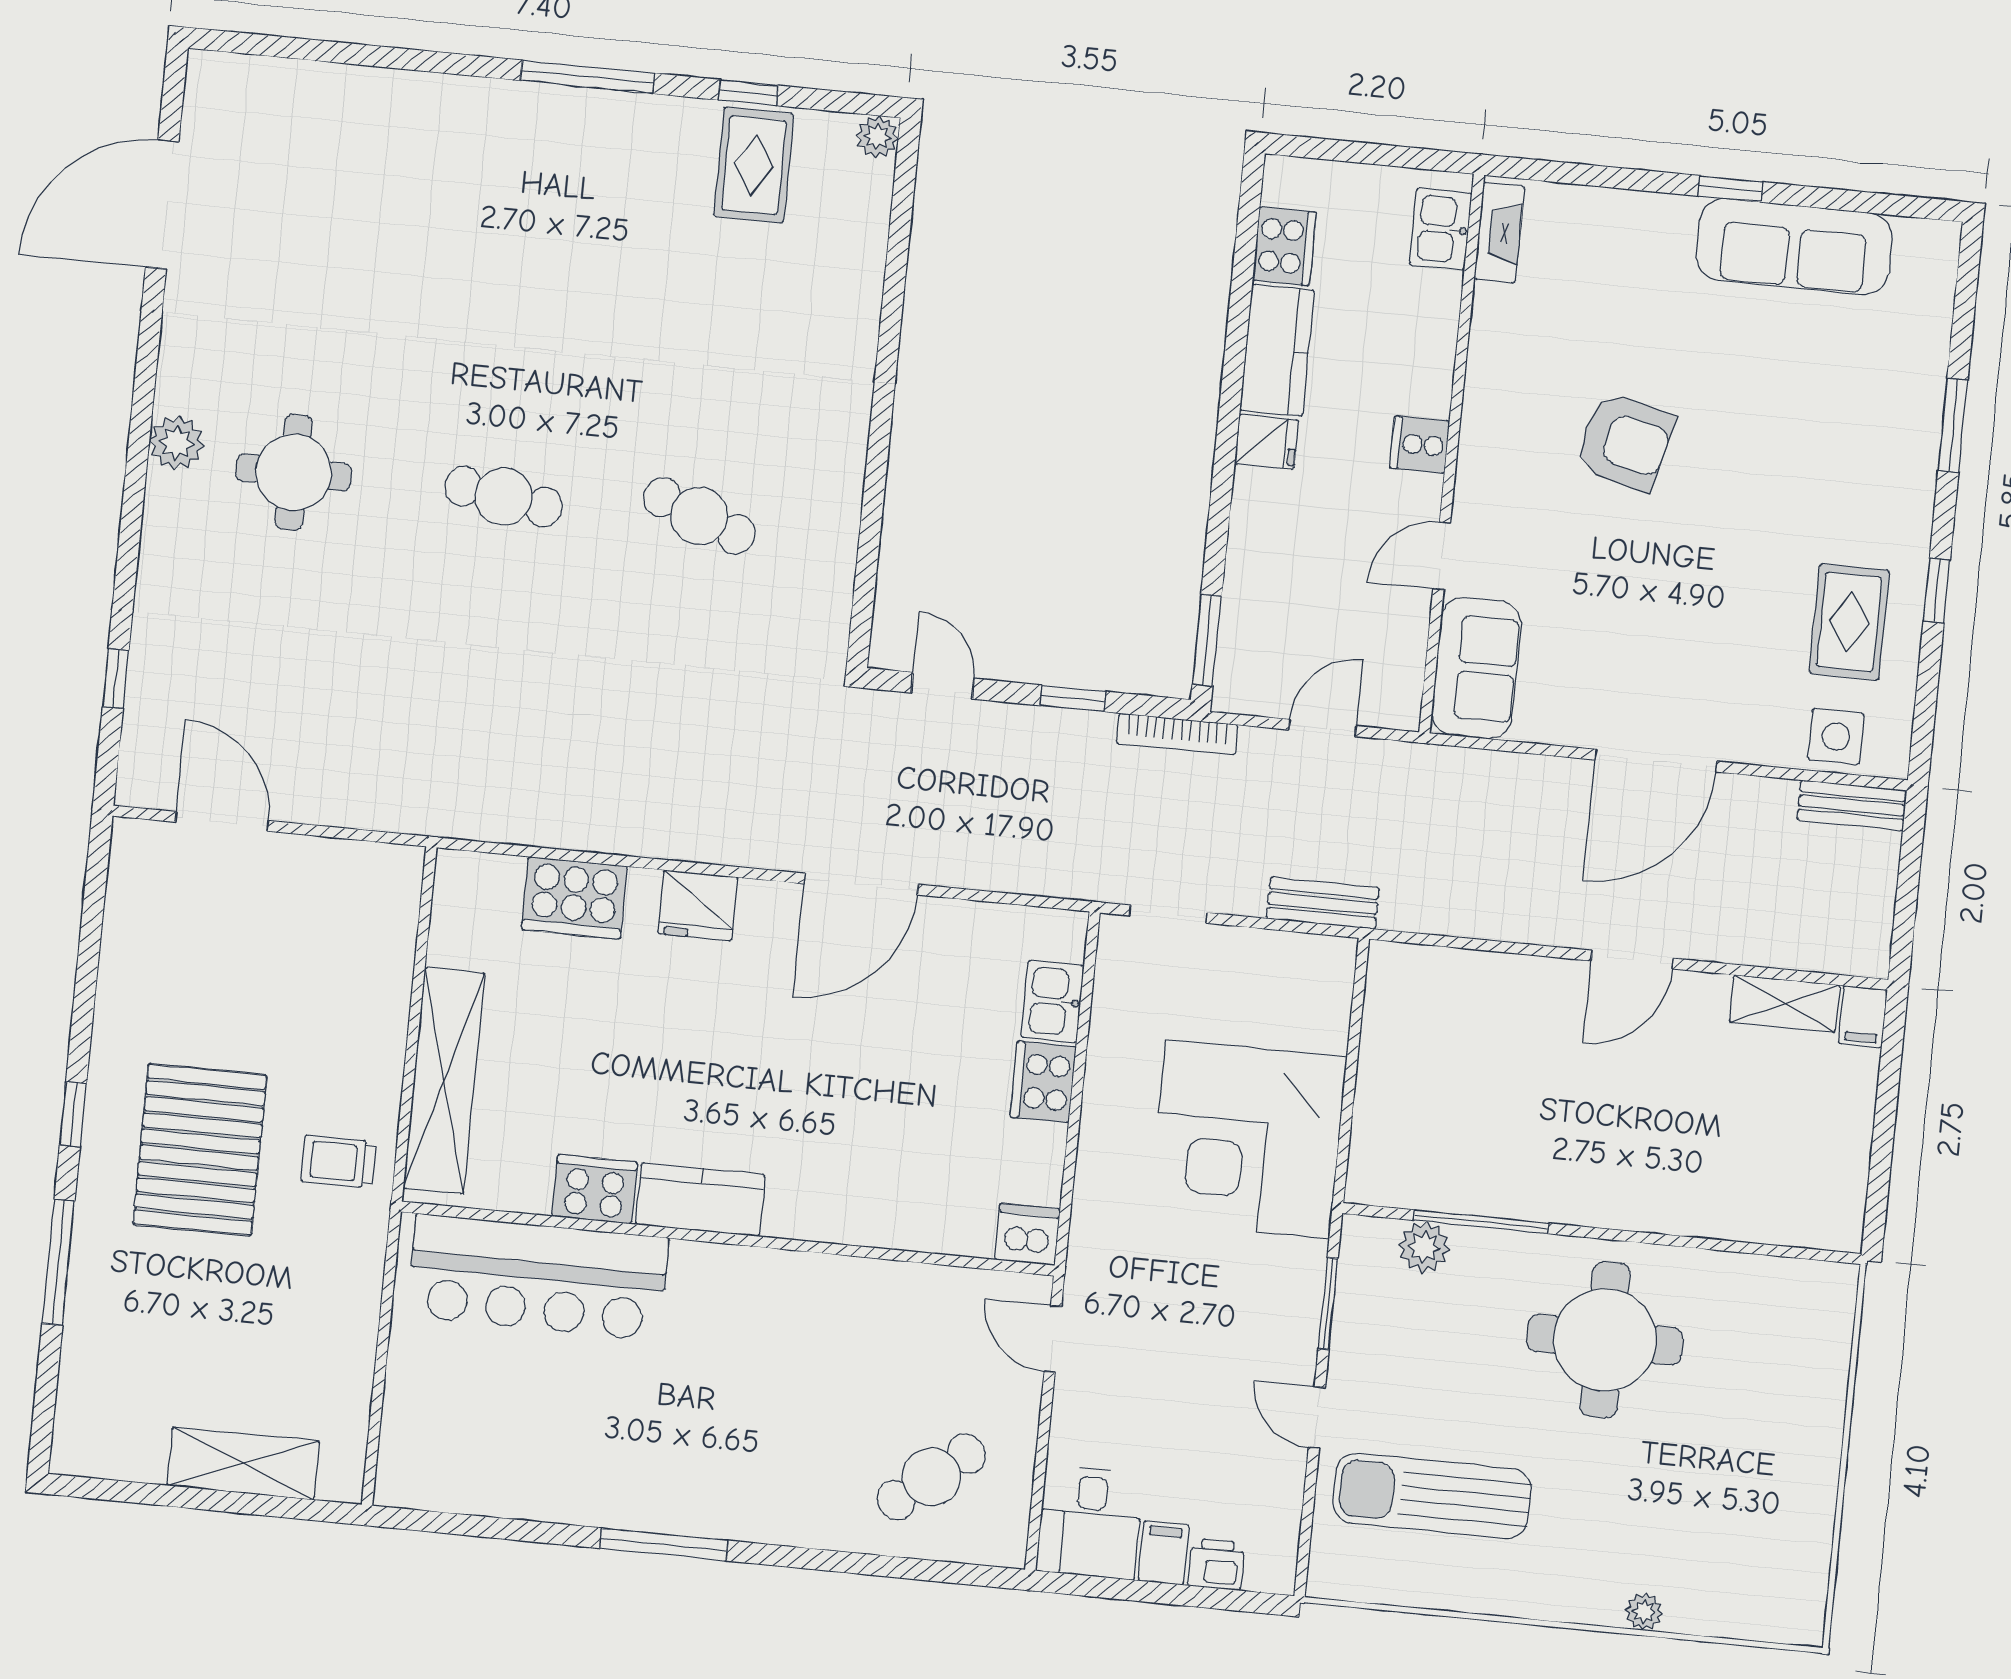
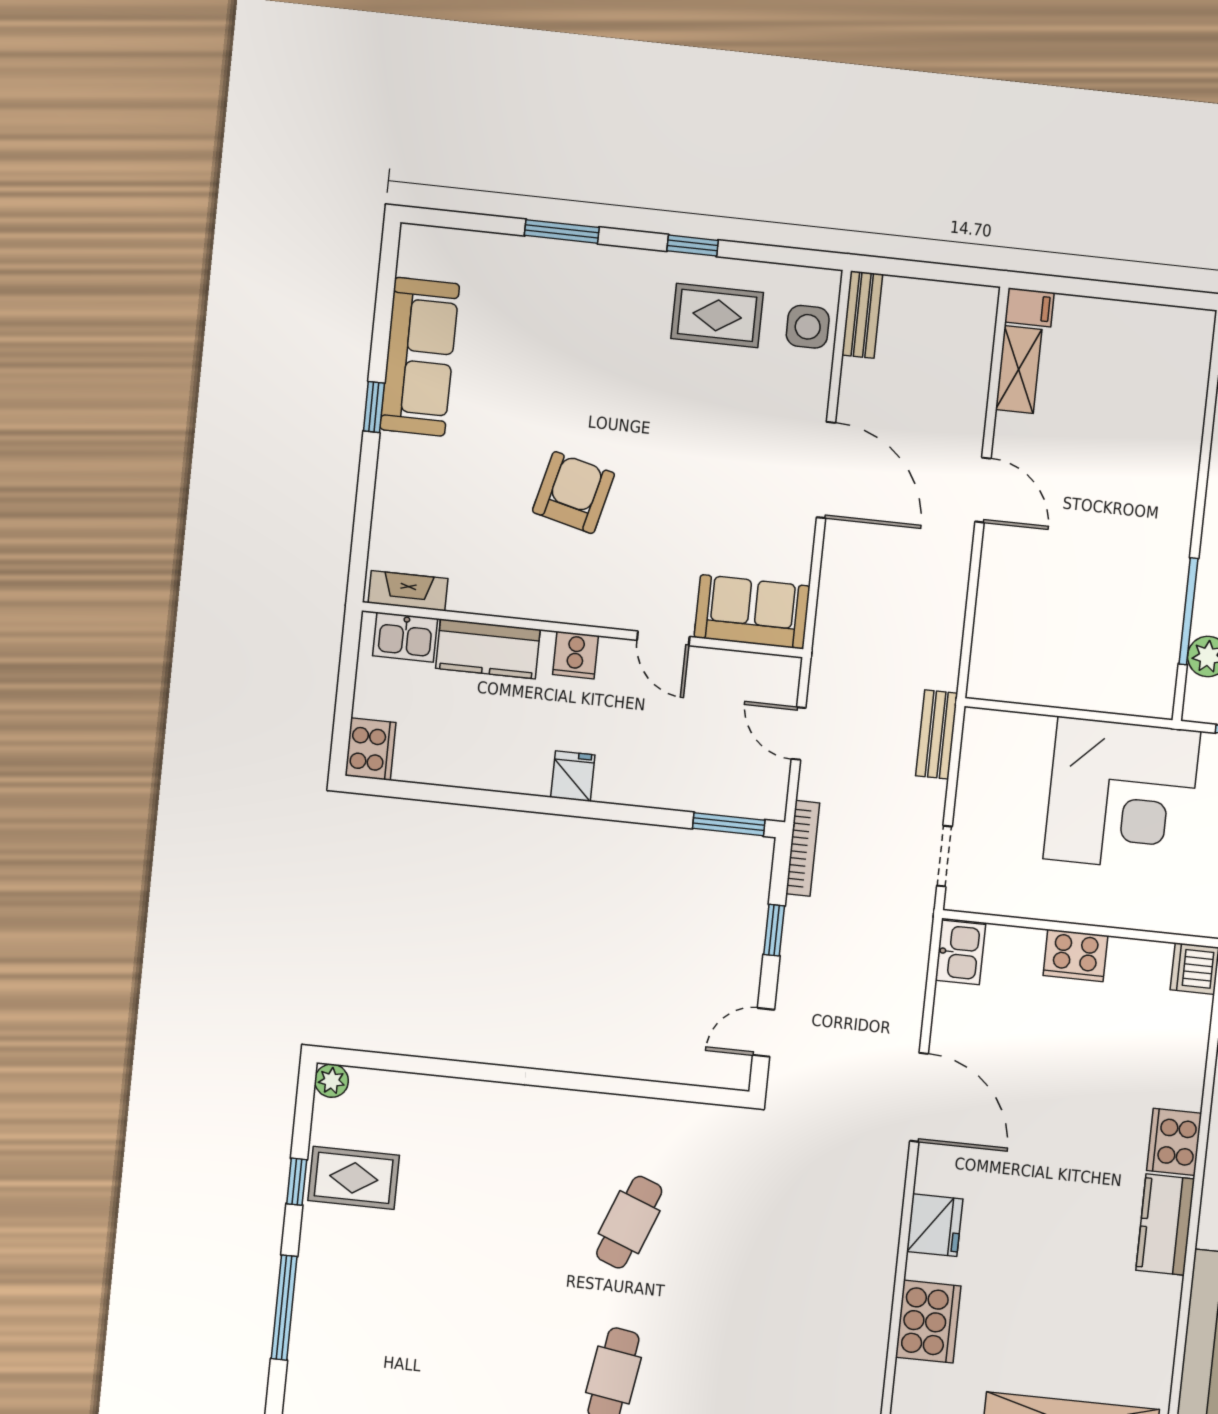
cooker: (1284, 246) -> (370, 749), moved, turned 90
kitchen counter: (1277, 350) -> (488, 649), moved, turned 180
kitchen sink: (1053, 1001) -> (960, 952), moved, turned -90
cooker: (595, 1189) -> (1174, 1142), moved

